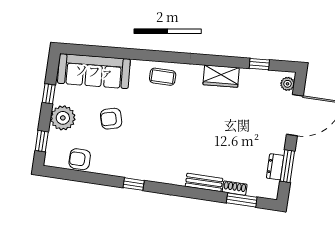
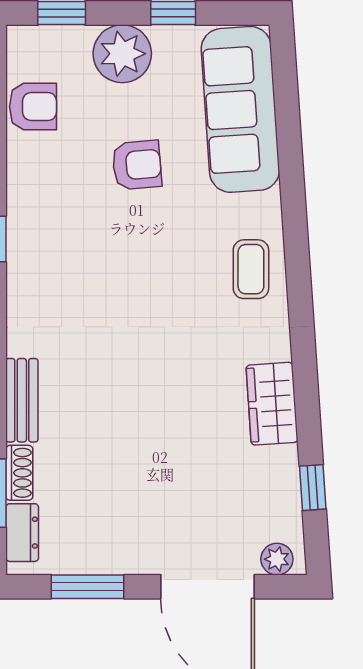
armchair: (111, 119) -> (137, 165), turned 100
armchair: (80, 159) -> (33, 107), turned 90
dresser: (275, 167) -> (22, 533), moved, turned 90

